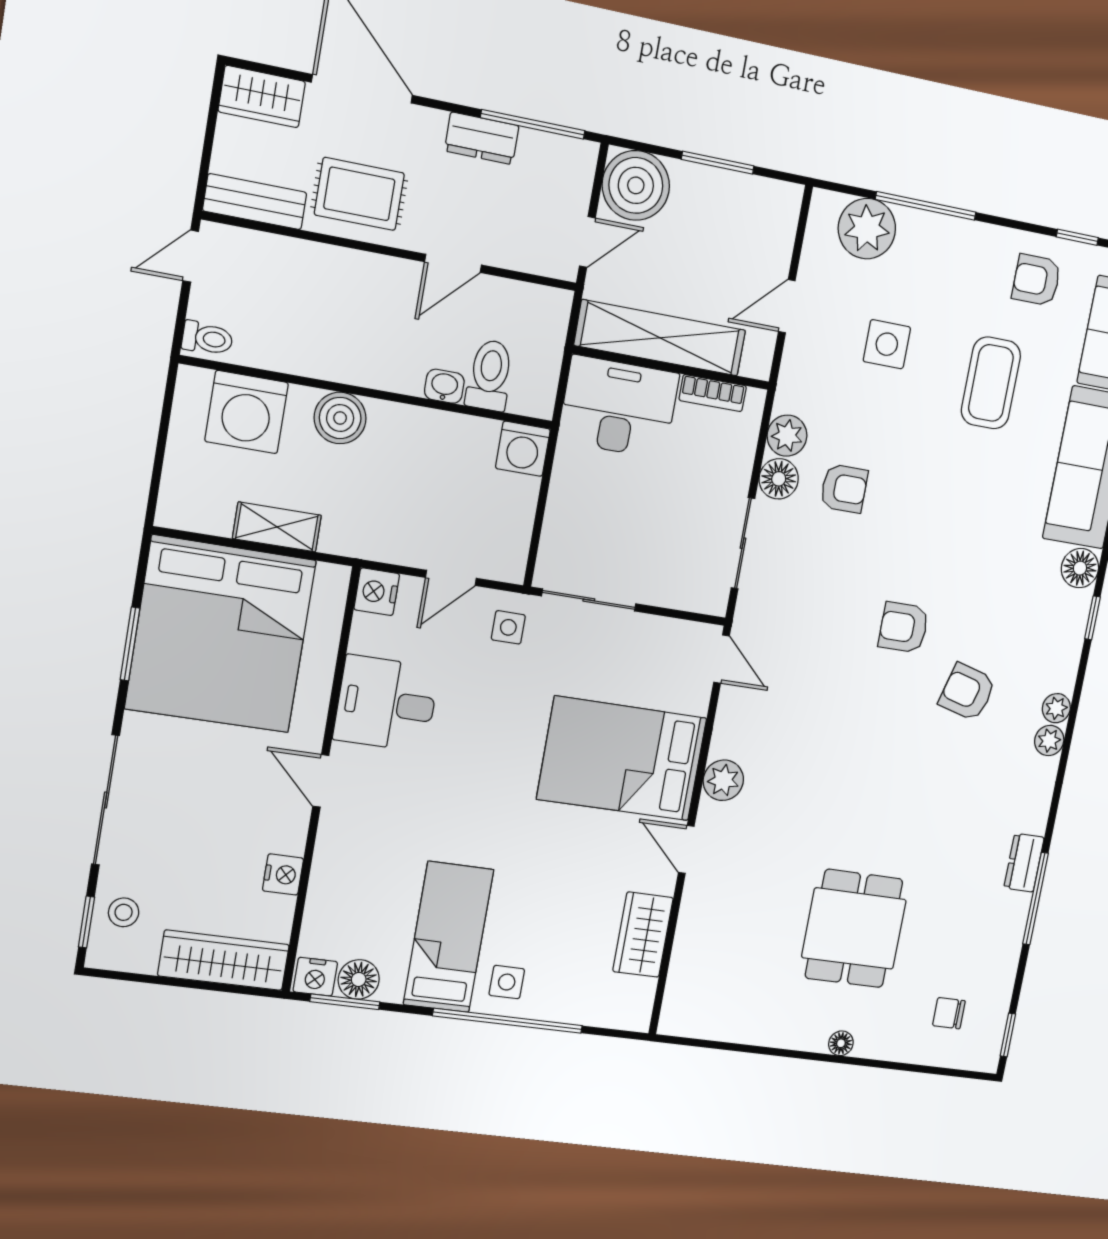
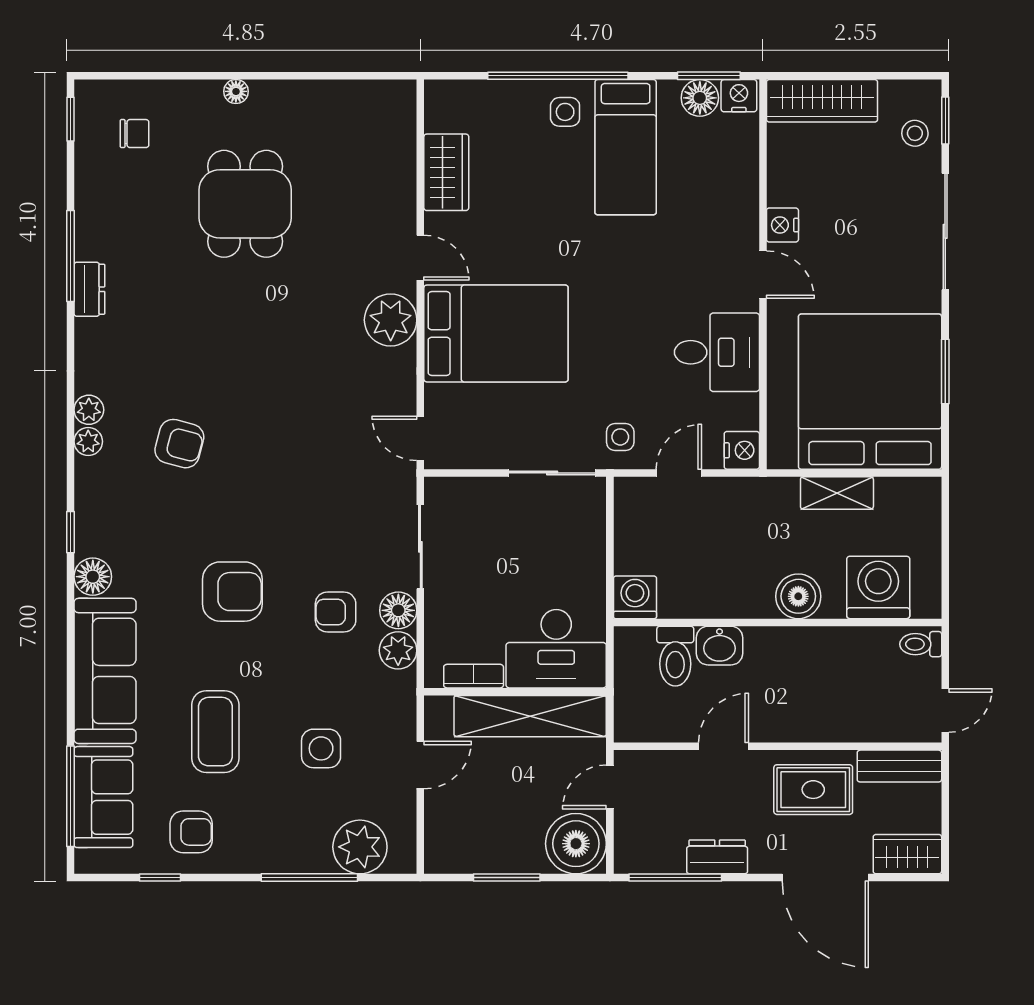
washbasin: (444, 386) -> (720, 646), width x1.38, depth x1.45
armchair: (904, 627) -> (232, 592), moved, width x1.38, depth x1.38
plant: (723, 780) -> (391, 320), width x1.36, depth x1.36
nightstand: (283, 874) -> (782, 225), moved

